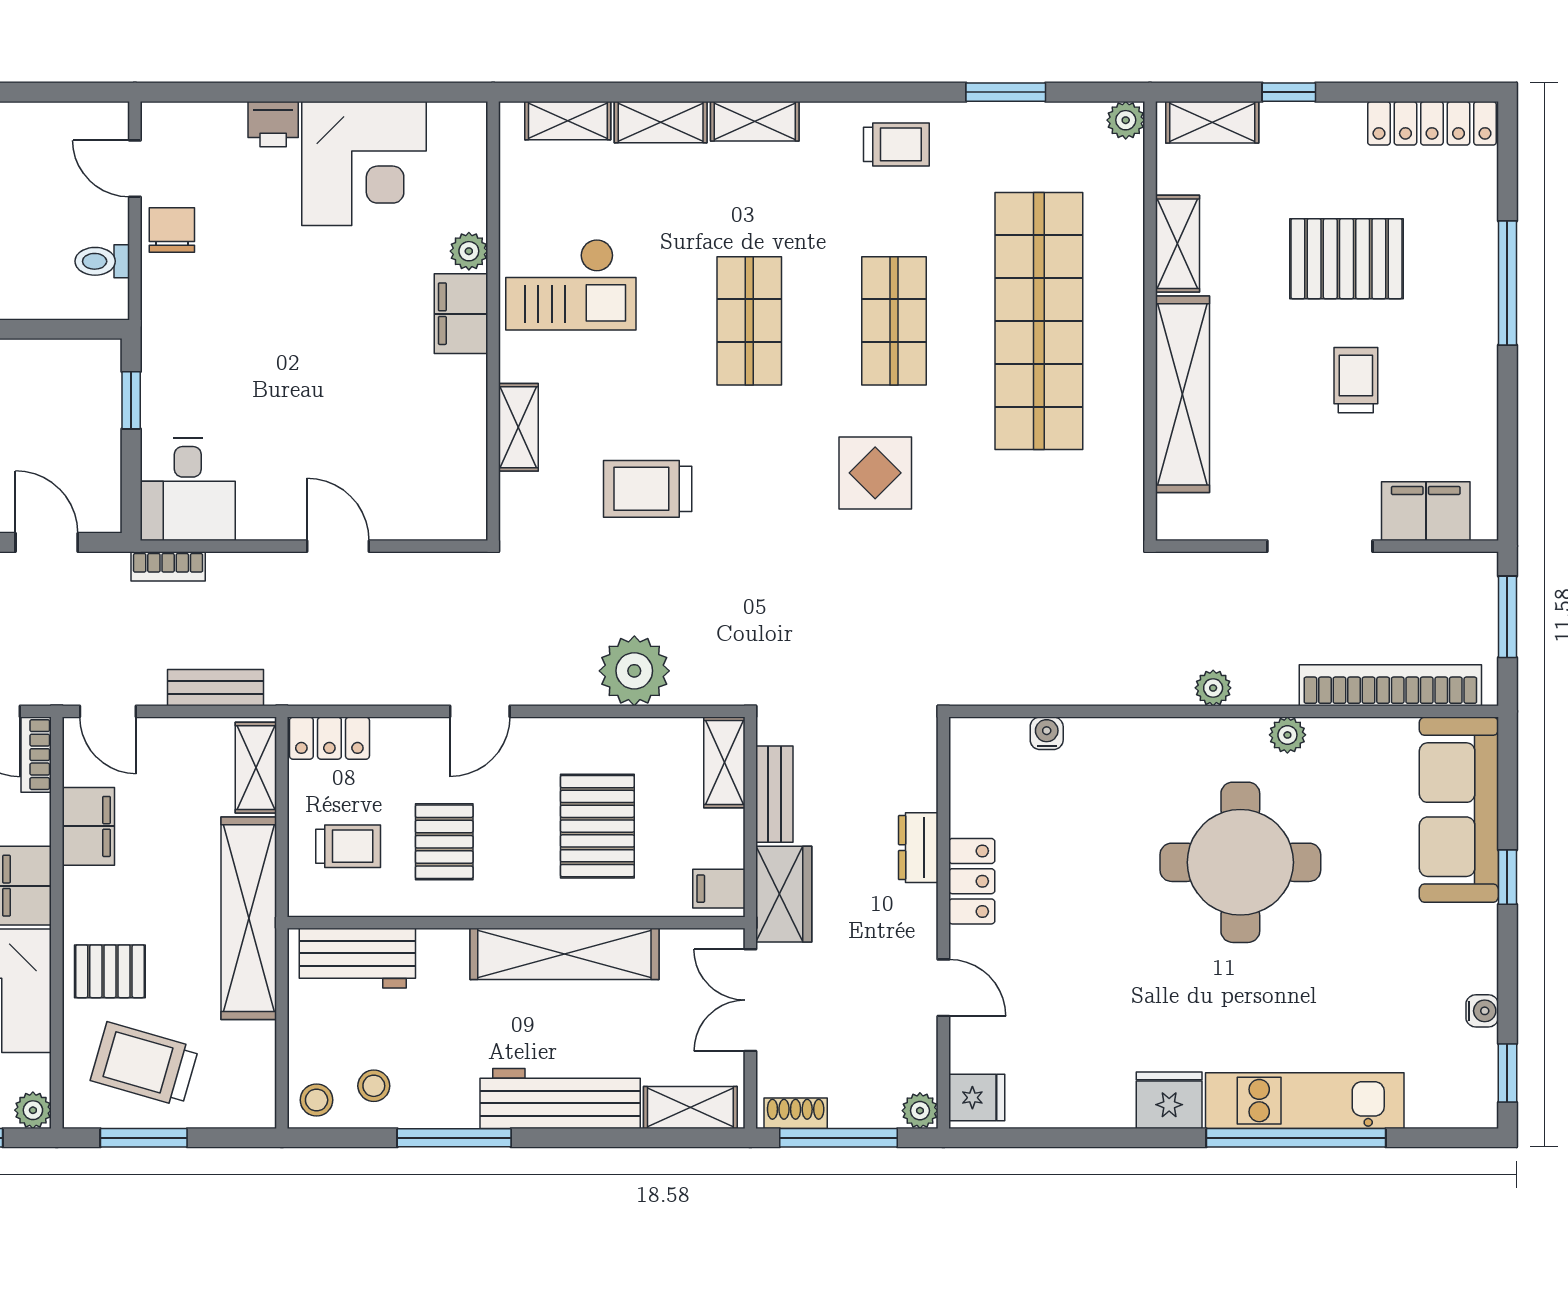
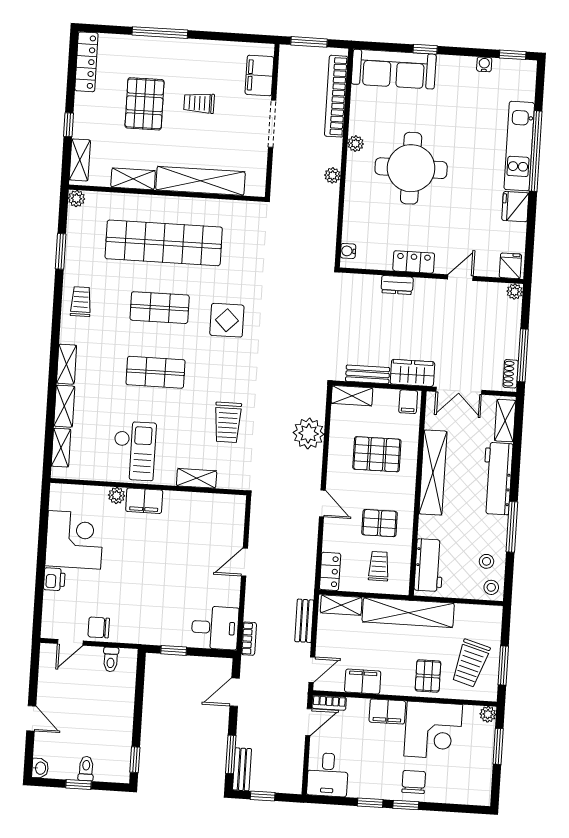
dresser: (918, 848) -> (397, 285), moved
locker: (972, 881) -> (414, 262), moved
wall: (943, 923) -> (431, 276), moved
door: (943, 988) -> (460, 278), moved
fridge: (977, 1098) -> (510, 266), moved
plant: (920, 1111) -> (515, 292), moved

